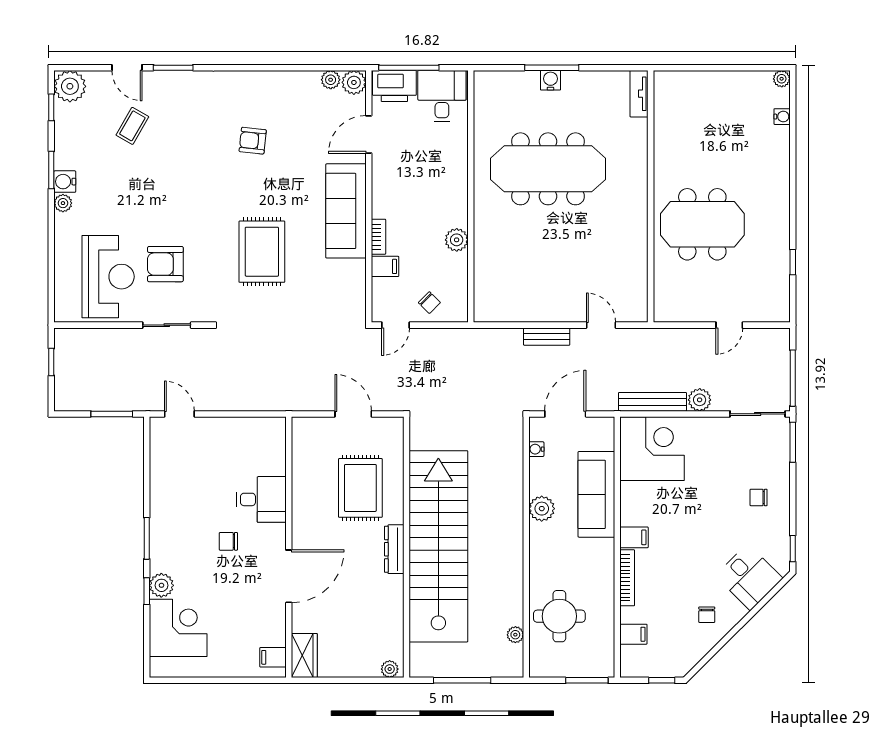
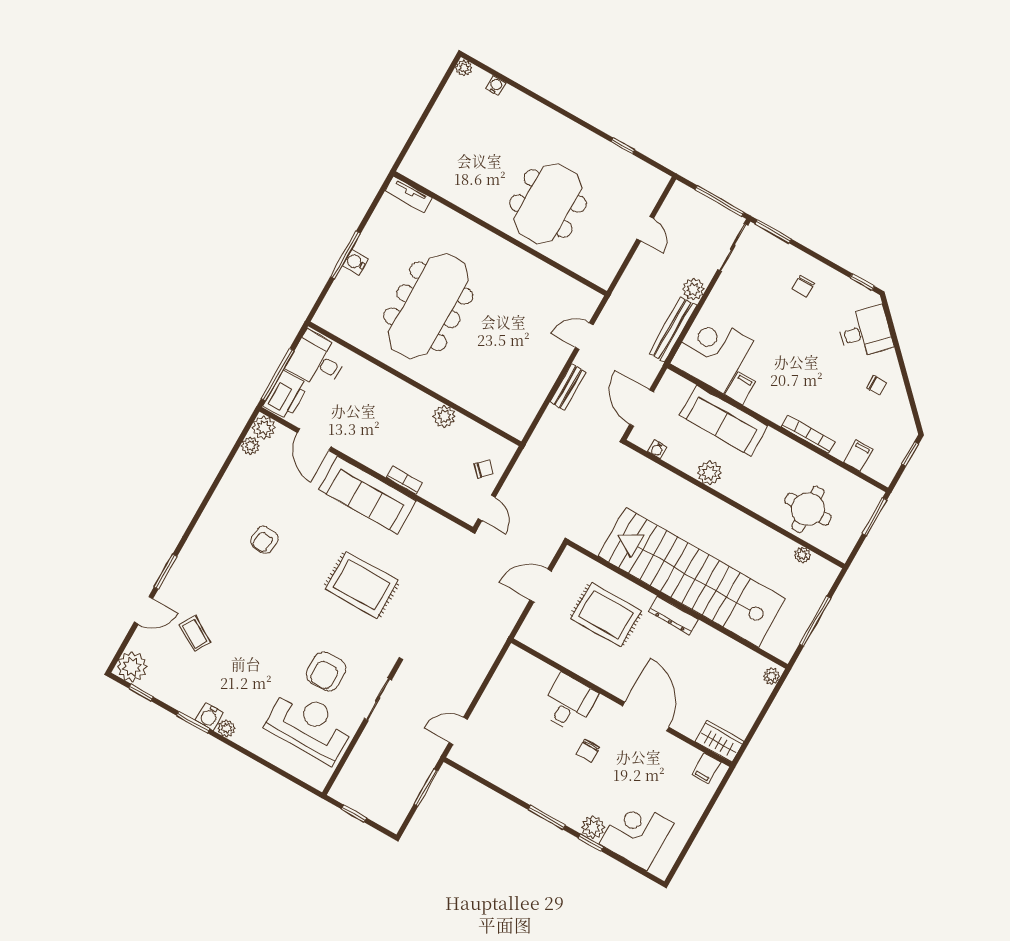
filing cabinet: (385, 266) -> (432, 489), removed
filing cabinet: (634, 537) -> (740, 388), moved

